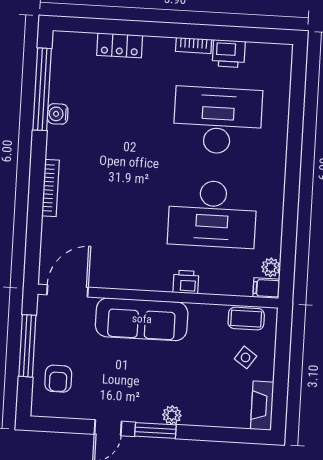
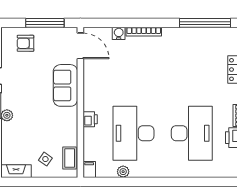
water cooler: (58, 114) -> (119, 33), moved
plant: (271, 267) -> (123, 172), moved
sofa: (142, 319) -> (65, 85), width x0.73

